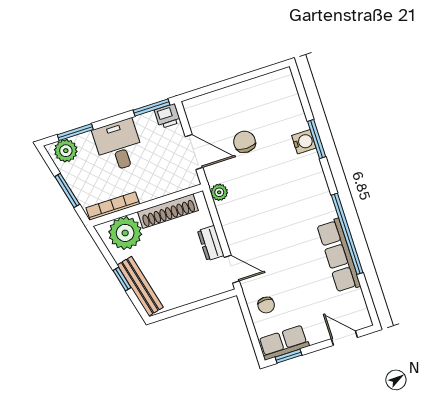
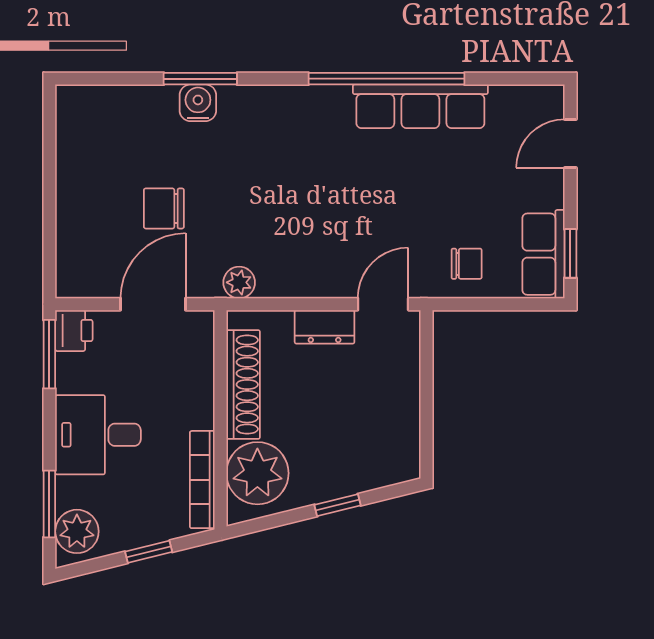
window: (67, 190) -> (149, 552), width x0.67
bench: (140, 286) -> (361, 477), removed

